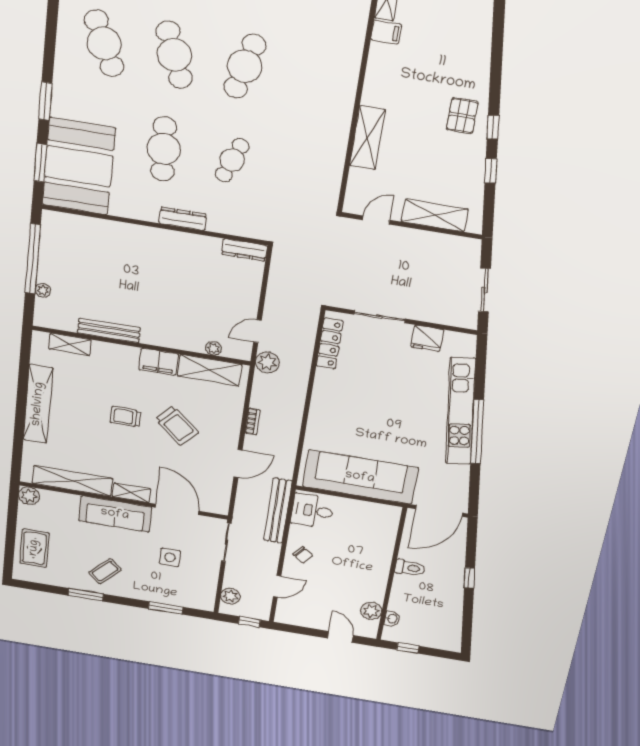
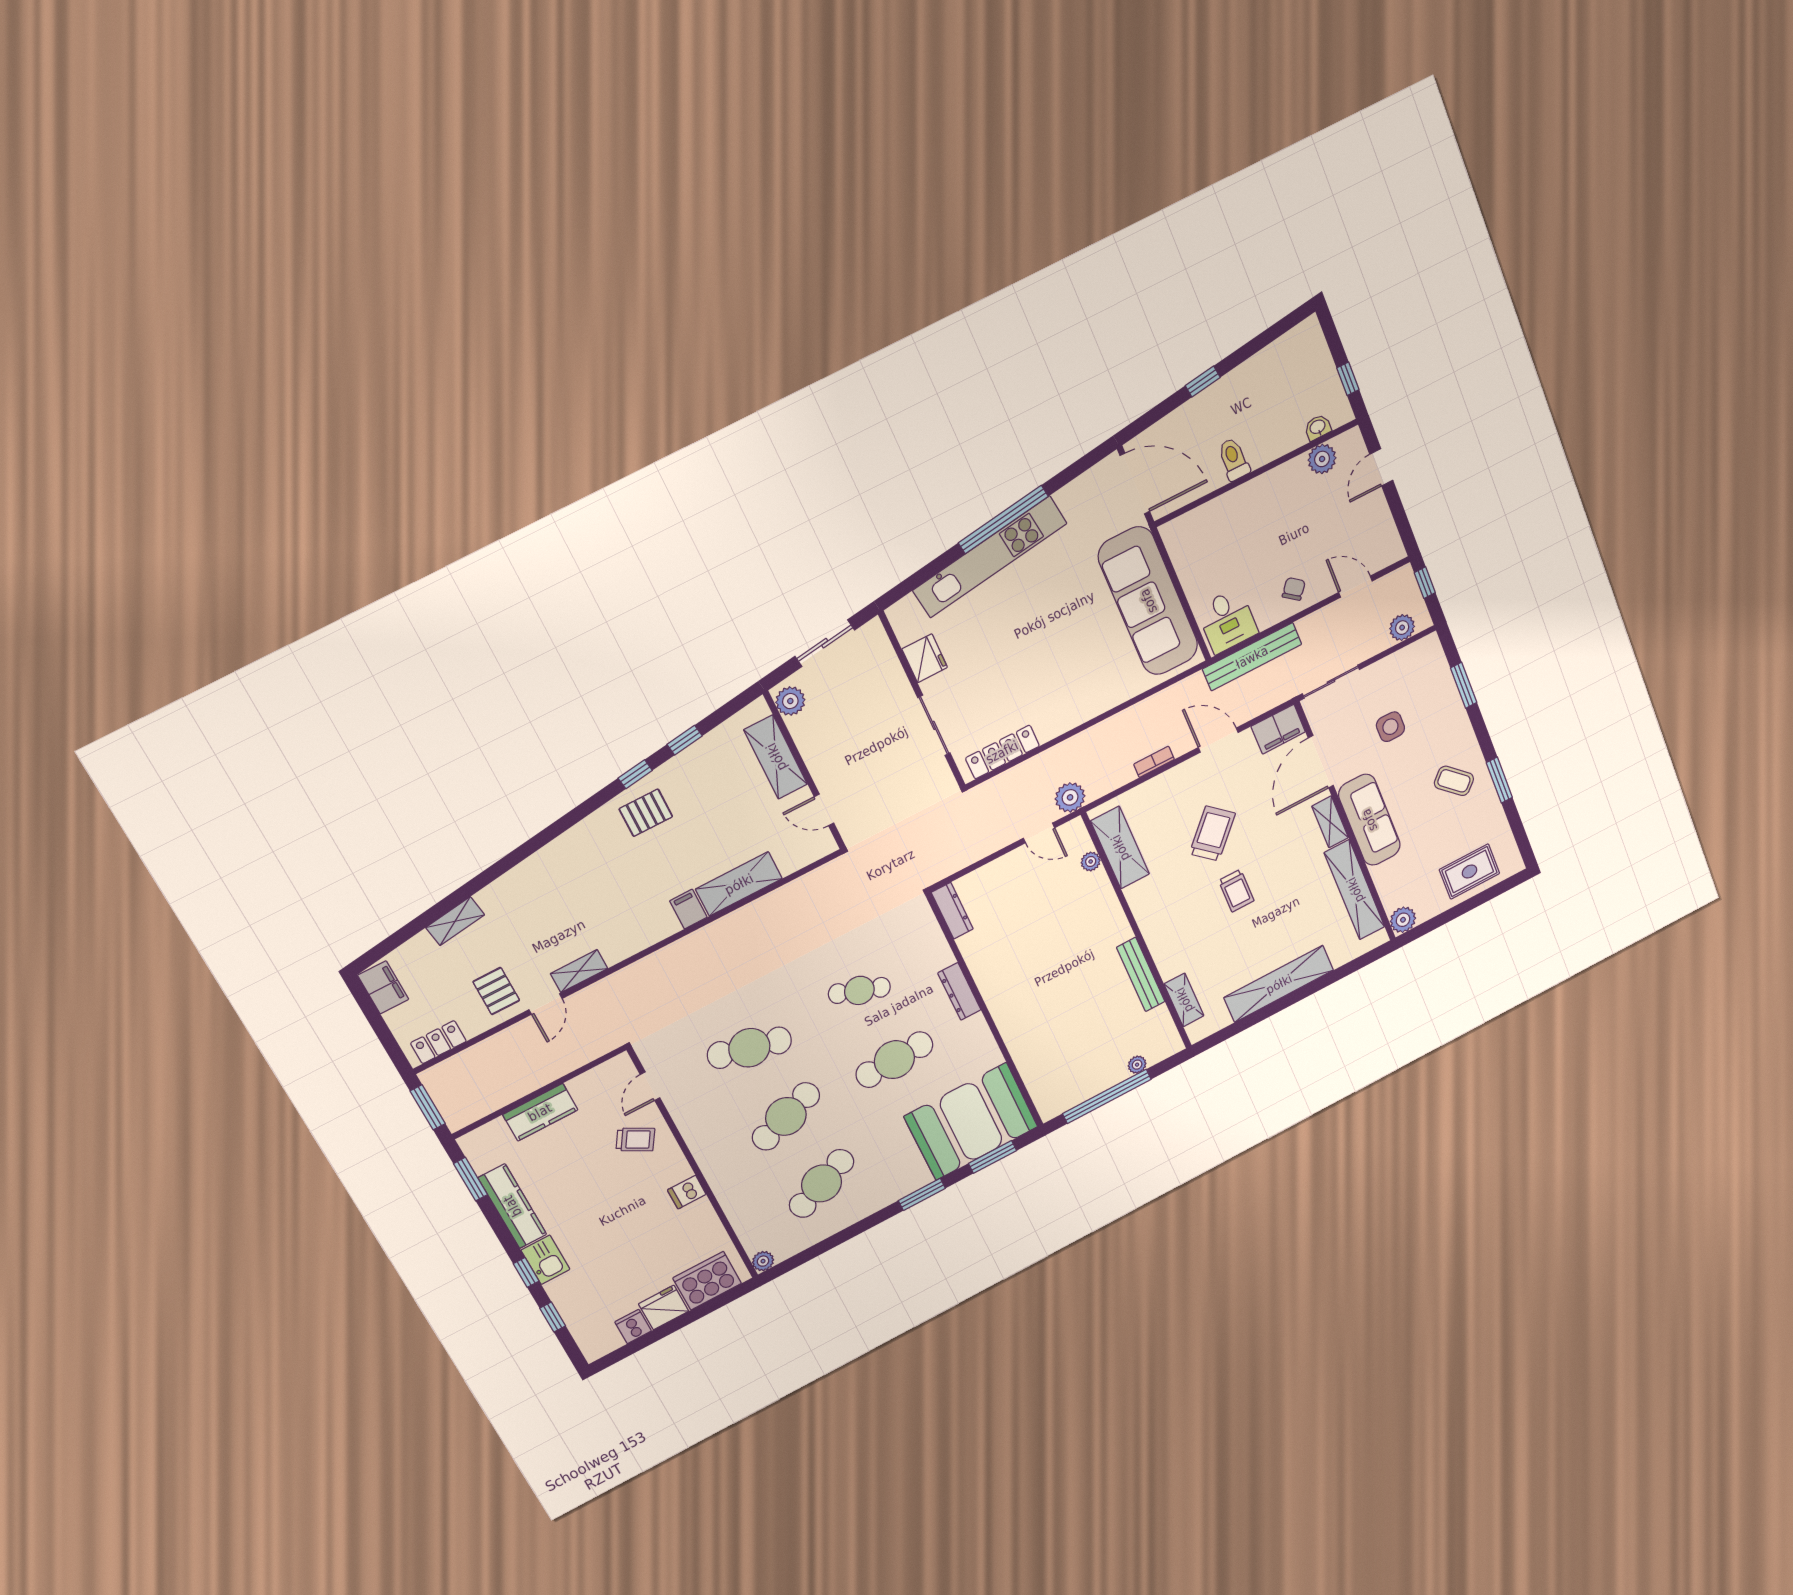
filing cabinet: (386, 32) -> (688, 909), moved
plant: (464, 247) -> (790, 701), added
filing cabinet: (159, 362) -> (1278, 729), moved, turned 90

